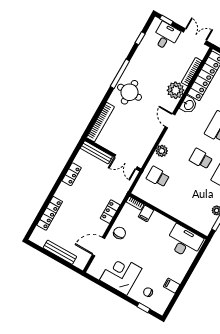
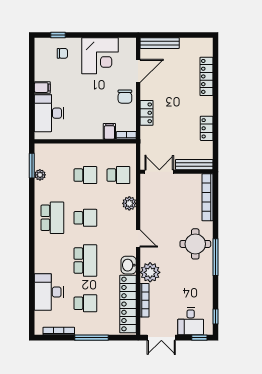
window: (140, 38) -> (216, 317), moved
school desk: (183, 191) -> (85, 175), added
desk: (184, 242) -> (49, 113), moved, turned 90
bench: (60, 252) -> (160, 43), moved
filing cabinet: (172, 286) -> (42, 88), moved

